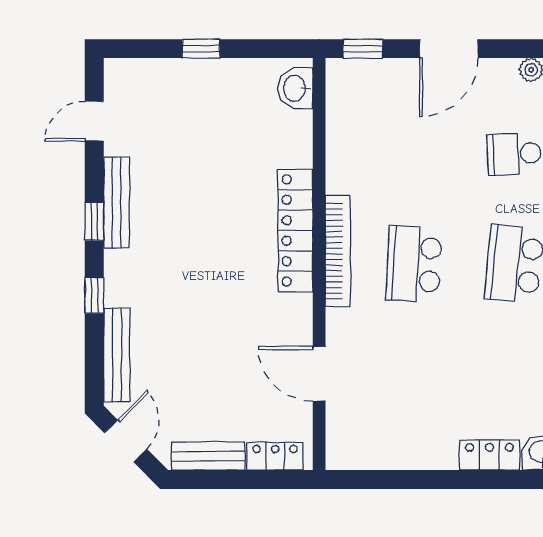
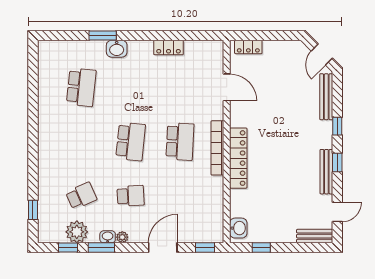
window: (201, 49) -> (261, 248), moved
locker: (489, 455) -> (169, 48), moved
bench: (208, 456) -> (315, 236), moved

